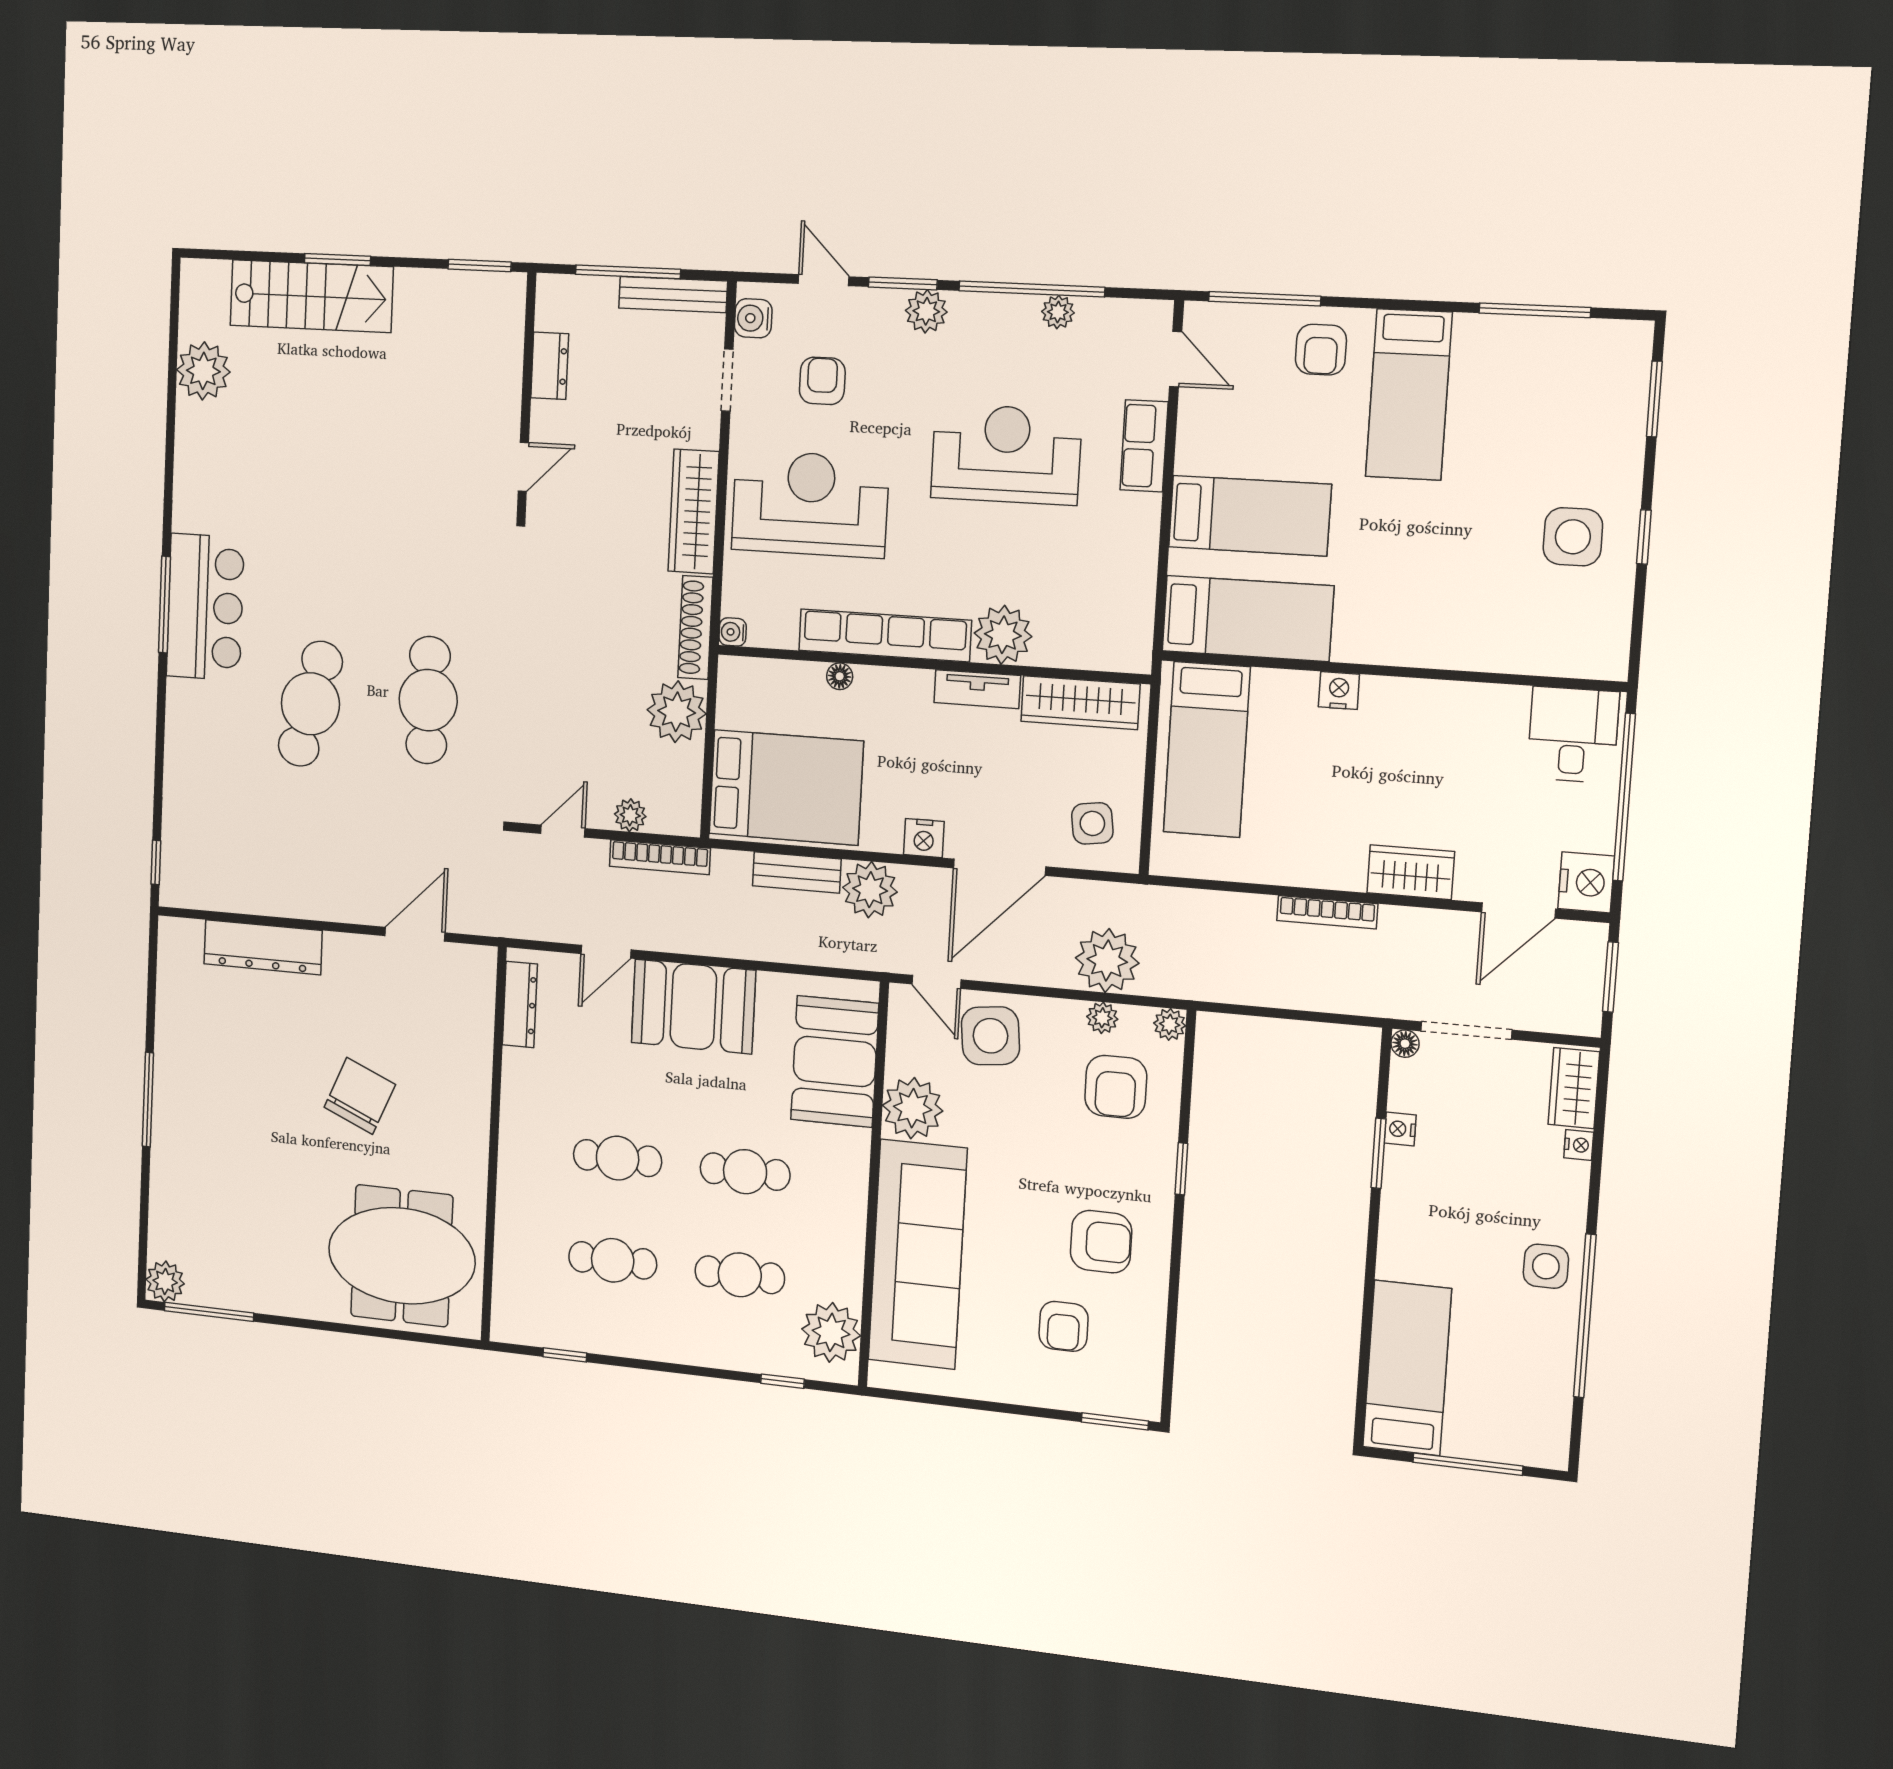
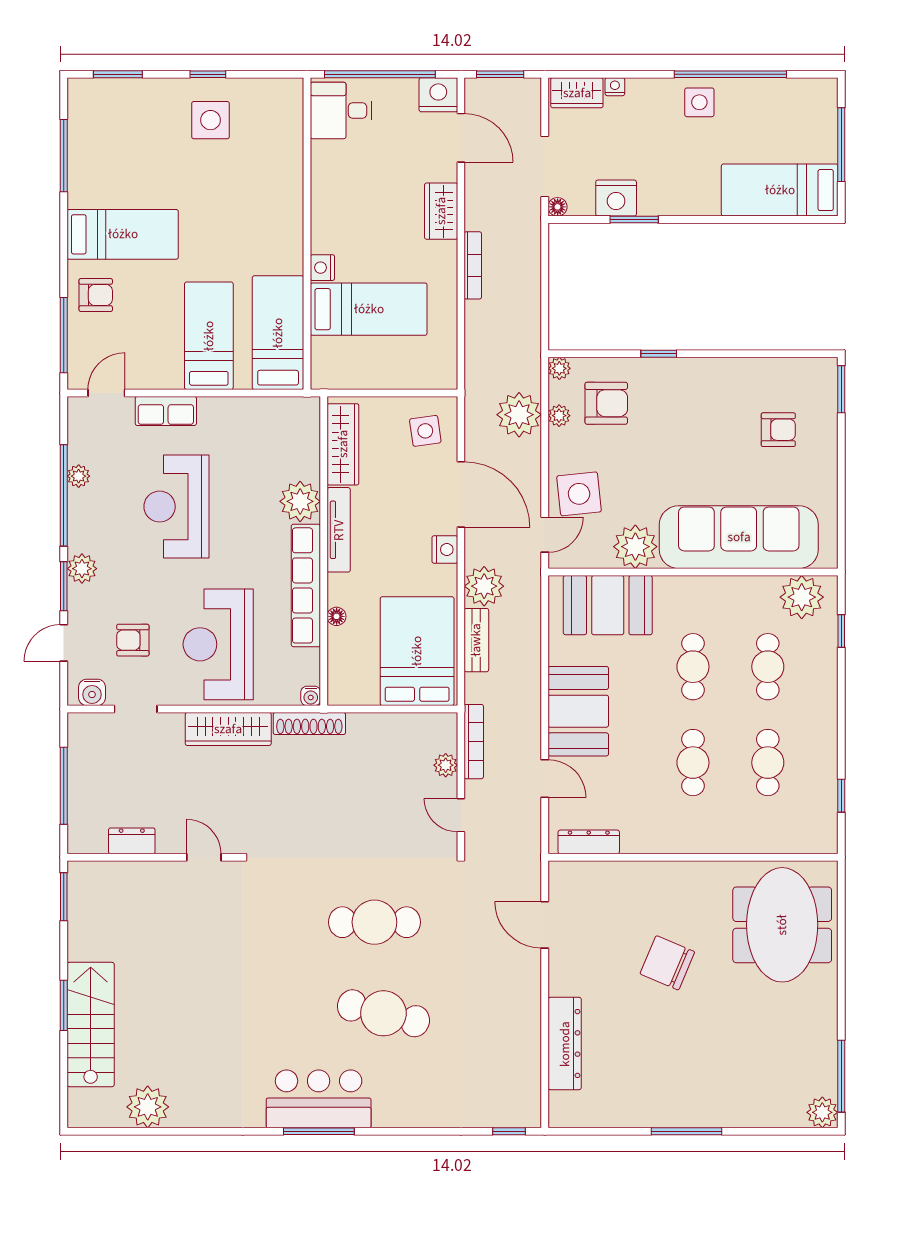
bench: (673, 295) -> (78, 752), removed
tv unit: (977, 689) -> (339, 530), width x1.41
plant: (677, 712) -> (370, 734), removed
bed: (1207, 750) -> (369, 309), moved
nightstand: (1400, 1129) -> (616, 198), width x1.89, depth x1.79
armchair: (1101, 1242) -> (716, 407), removed

